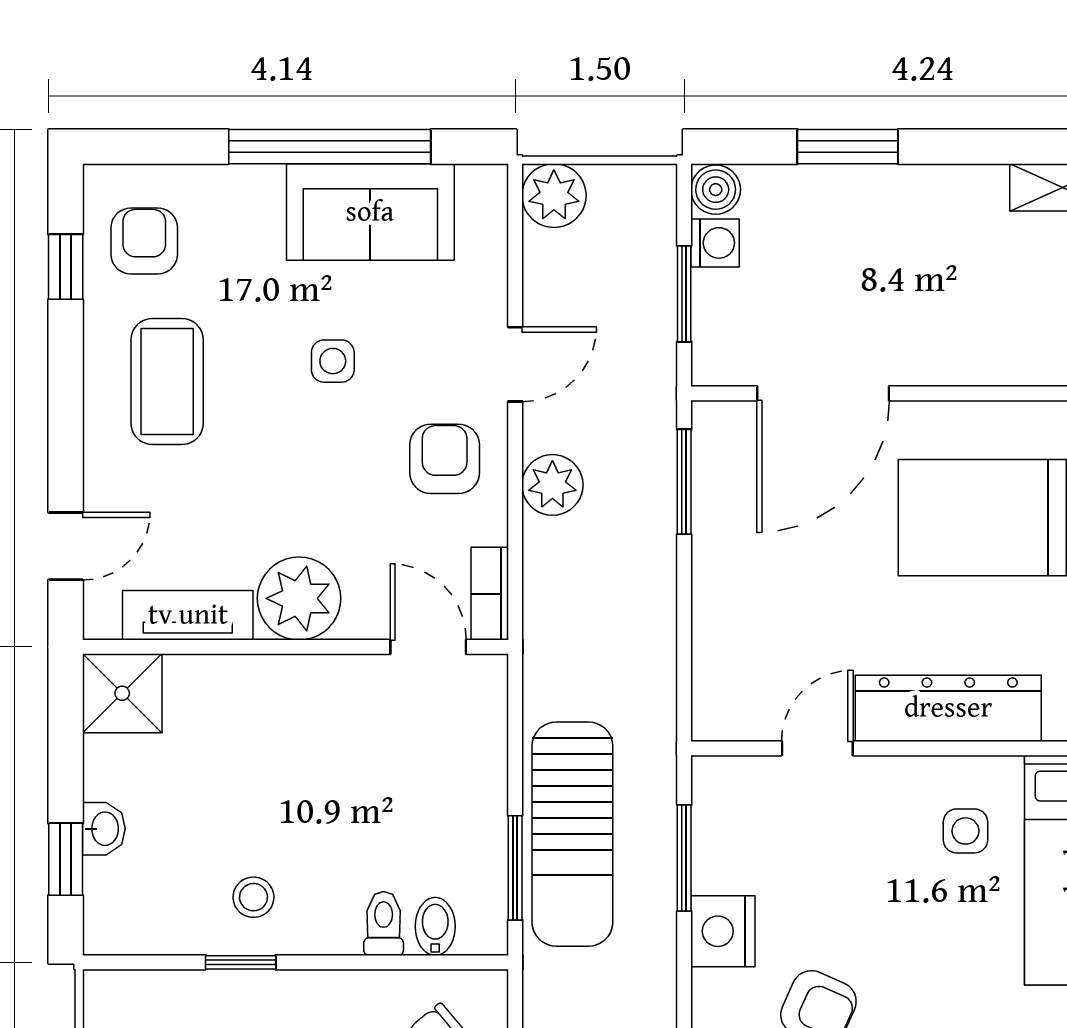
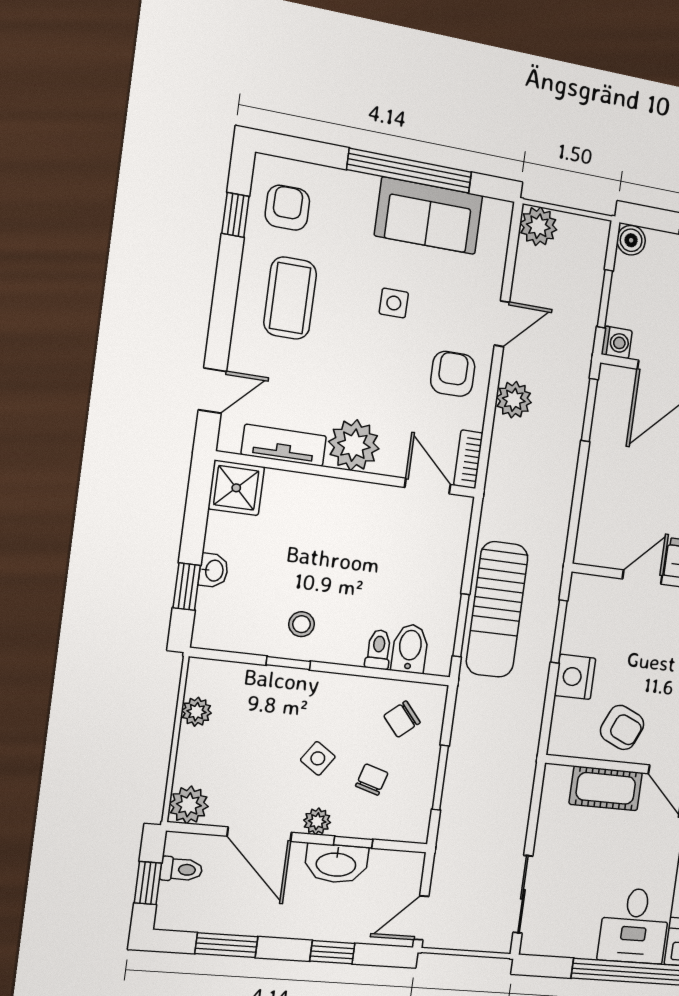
washing machine: (715, 243) -> (617, 342), moved
bidet: (435, 926) -> (410, 648), width x1.38, depth x1.36

